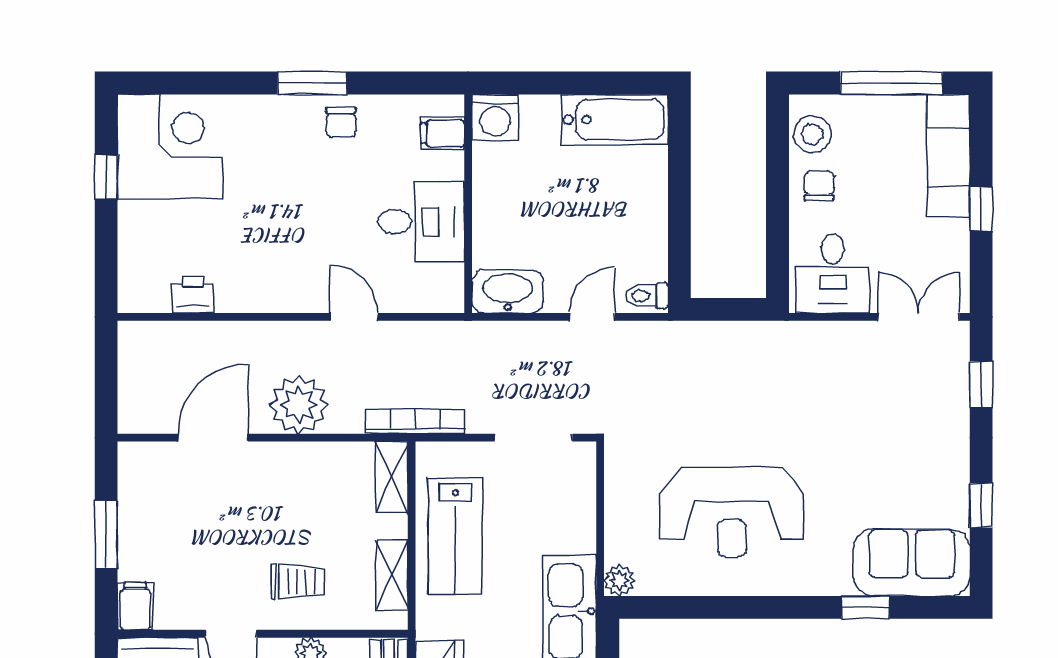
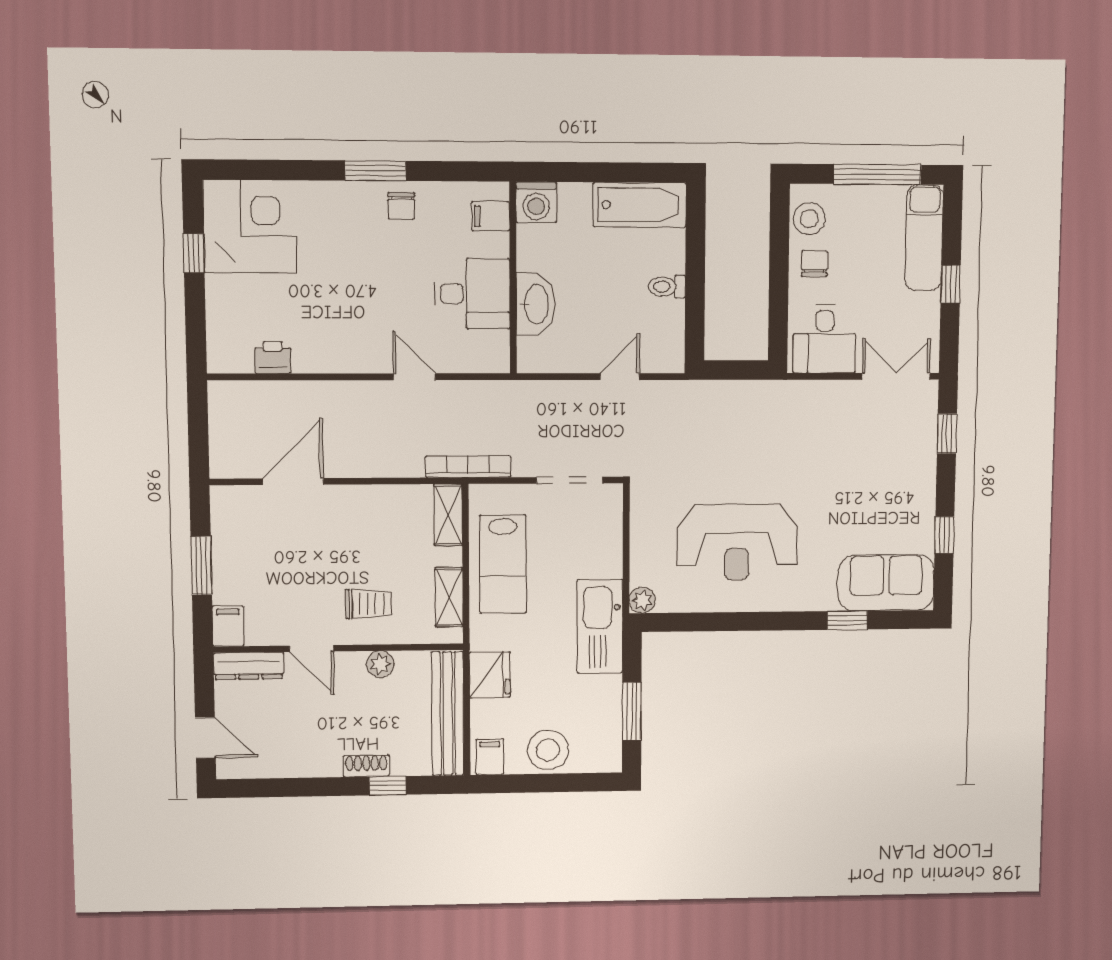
washbasin: (508, 291) -> (535, 304), moved, turned 90
toilet: (647, 296) -> (667, 287), moved
plant: (299, 405) -> (367, 453), removed

